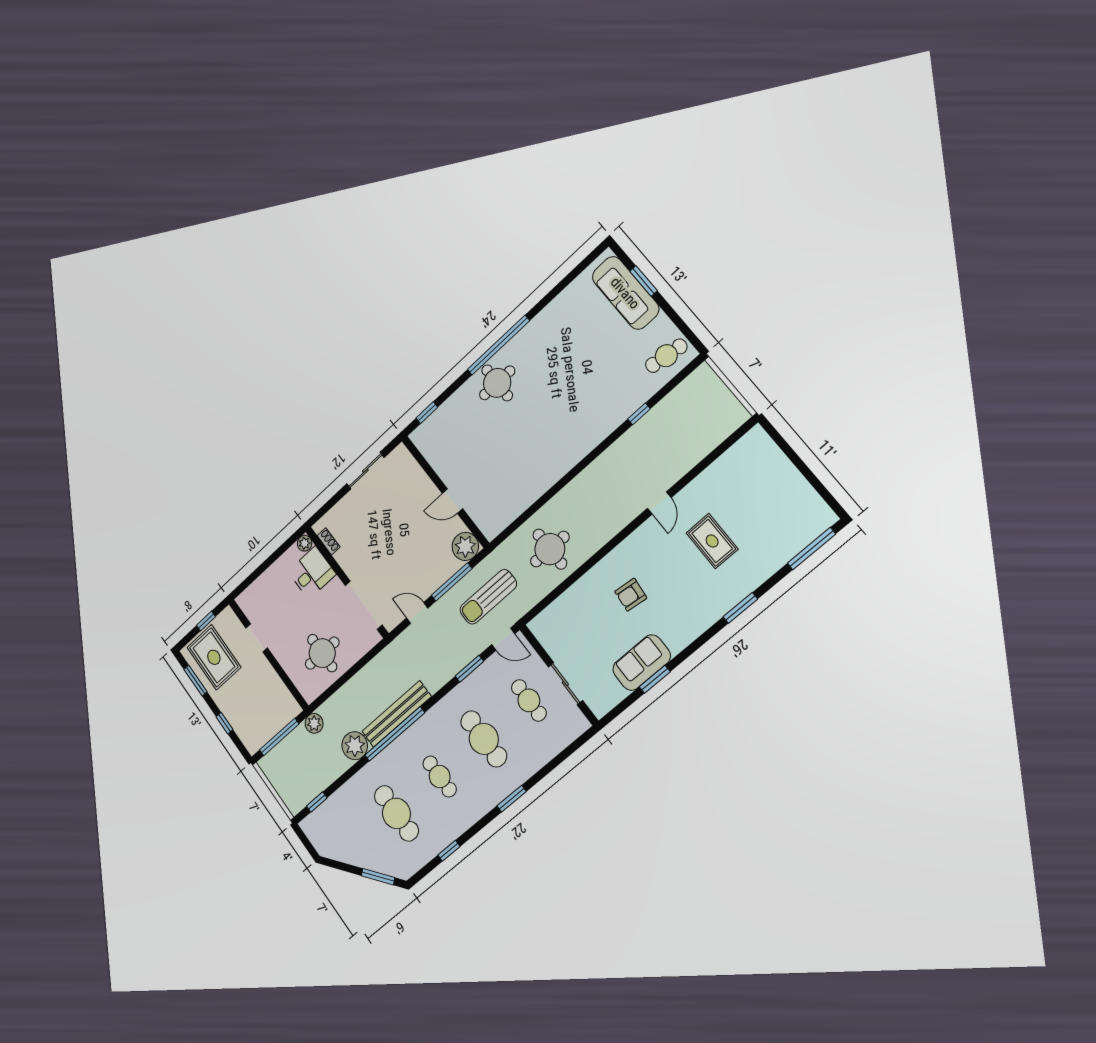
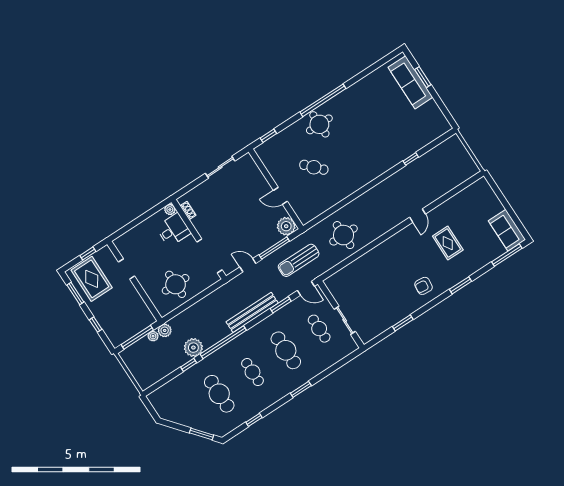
cafe table: (666, 356) -> (314, 167), moved, turned 39
armchair: (631, 595) -> (424, 286), moved
sofa: (642, 663) -> (507, 230), moved, turned -90
bench: (397, 714) -> (252, 312), moved
plant: (300, 733) -> (153, 336), added
window: (317, 802) -> (189, 365), moved

